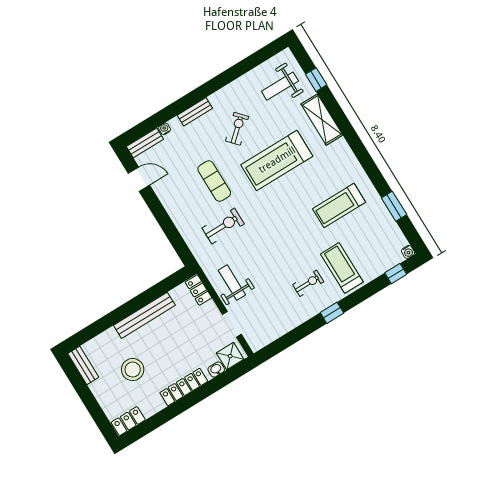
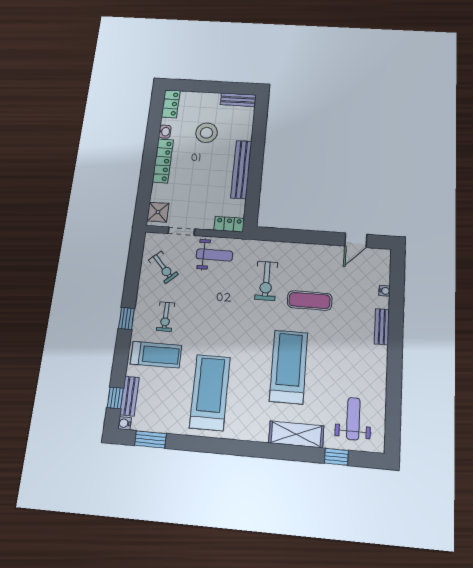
exercise bike: (237, 129) -> (163, 267), moved
bench: (145, 143) -> (130, 396), moved
treadmill: (339, 205) -> (210, 392), width x1.37, depth x1.38
window: (394, 206) -> (150, 439), moved
washbasin: (216, 369) -> (165, 132), moved

